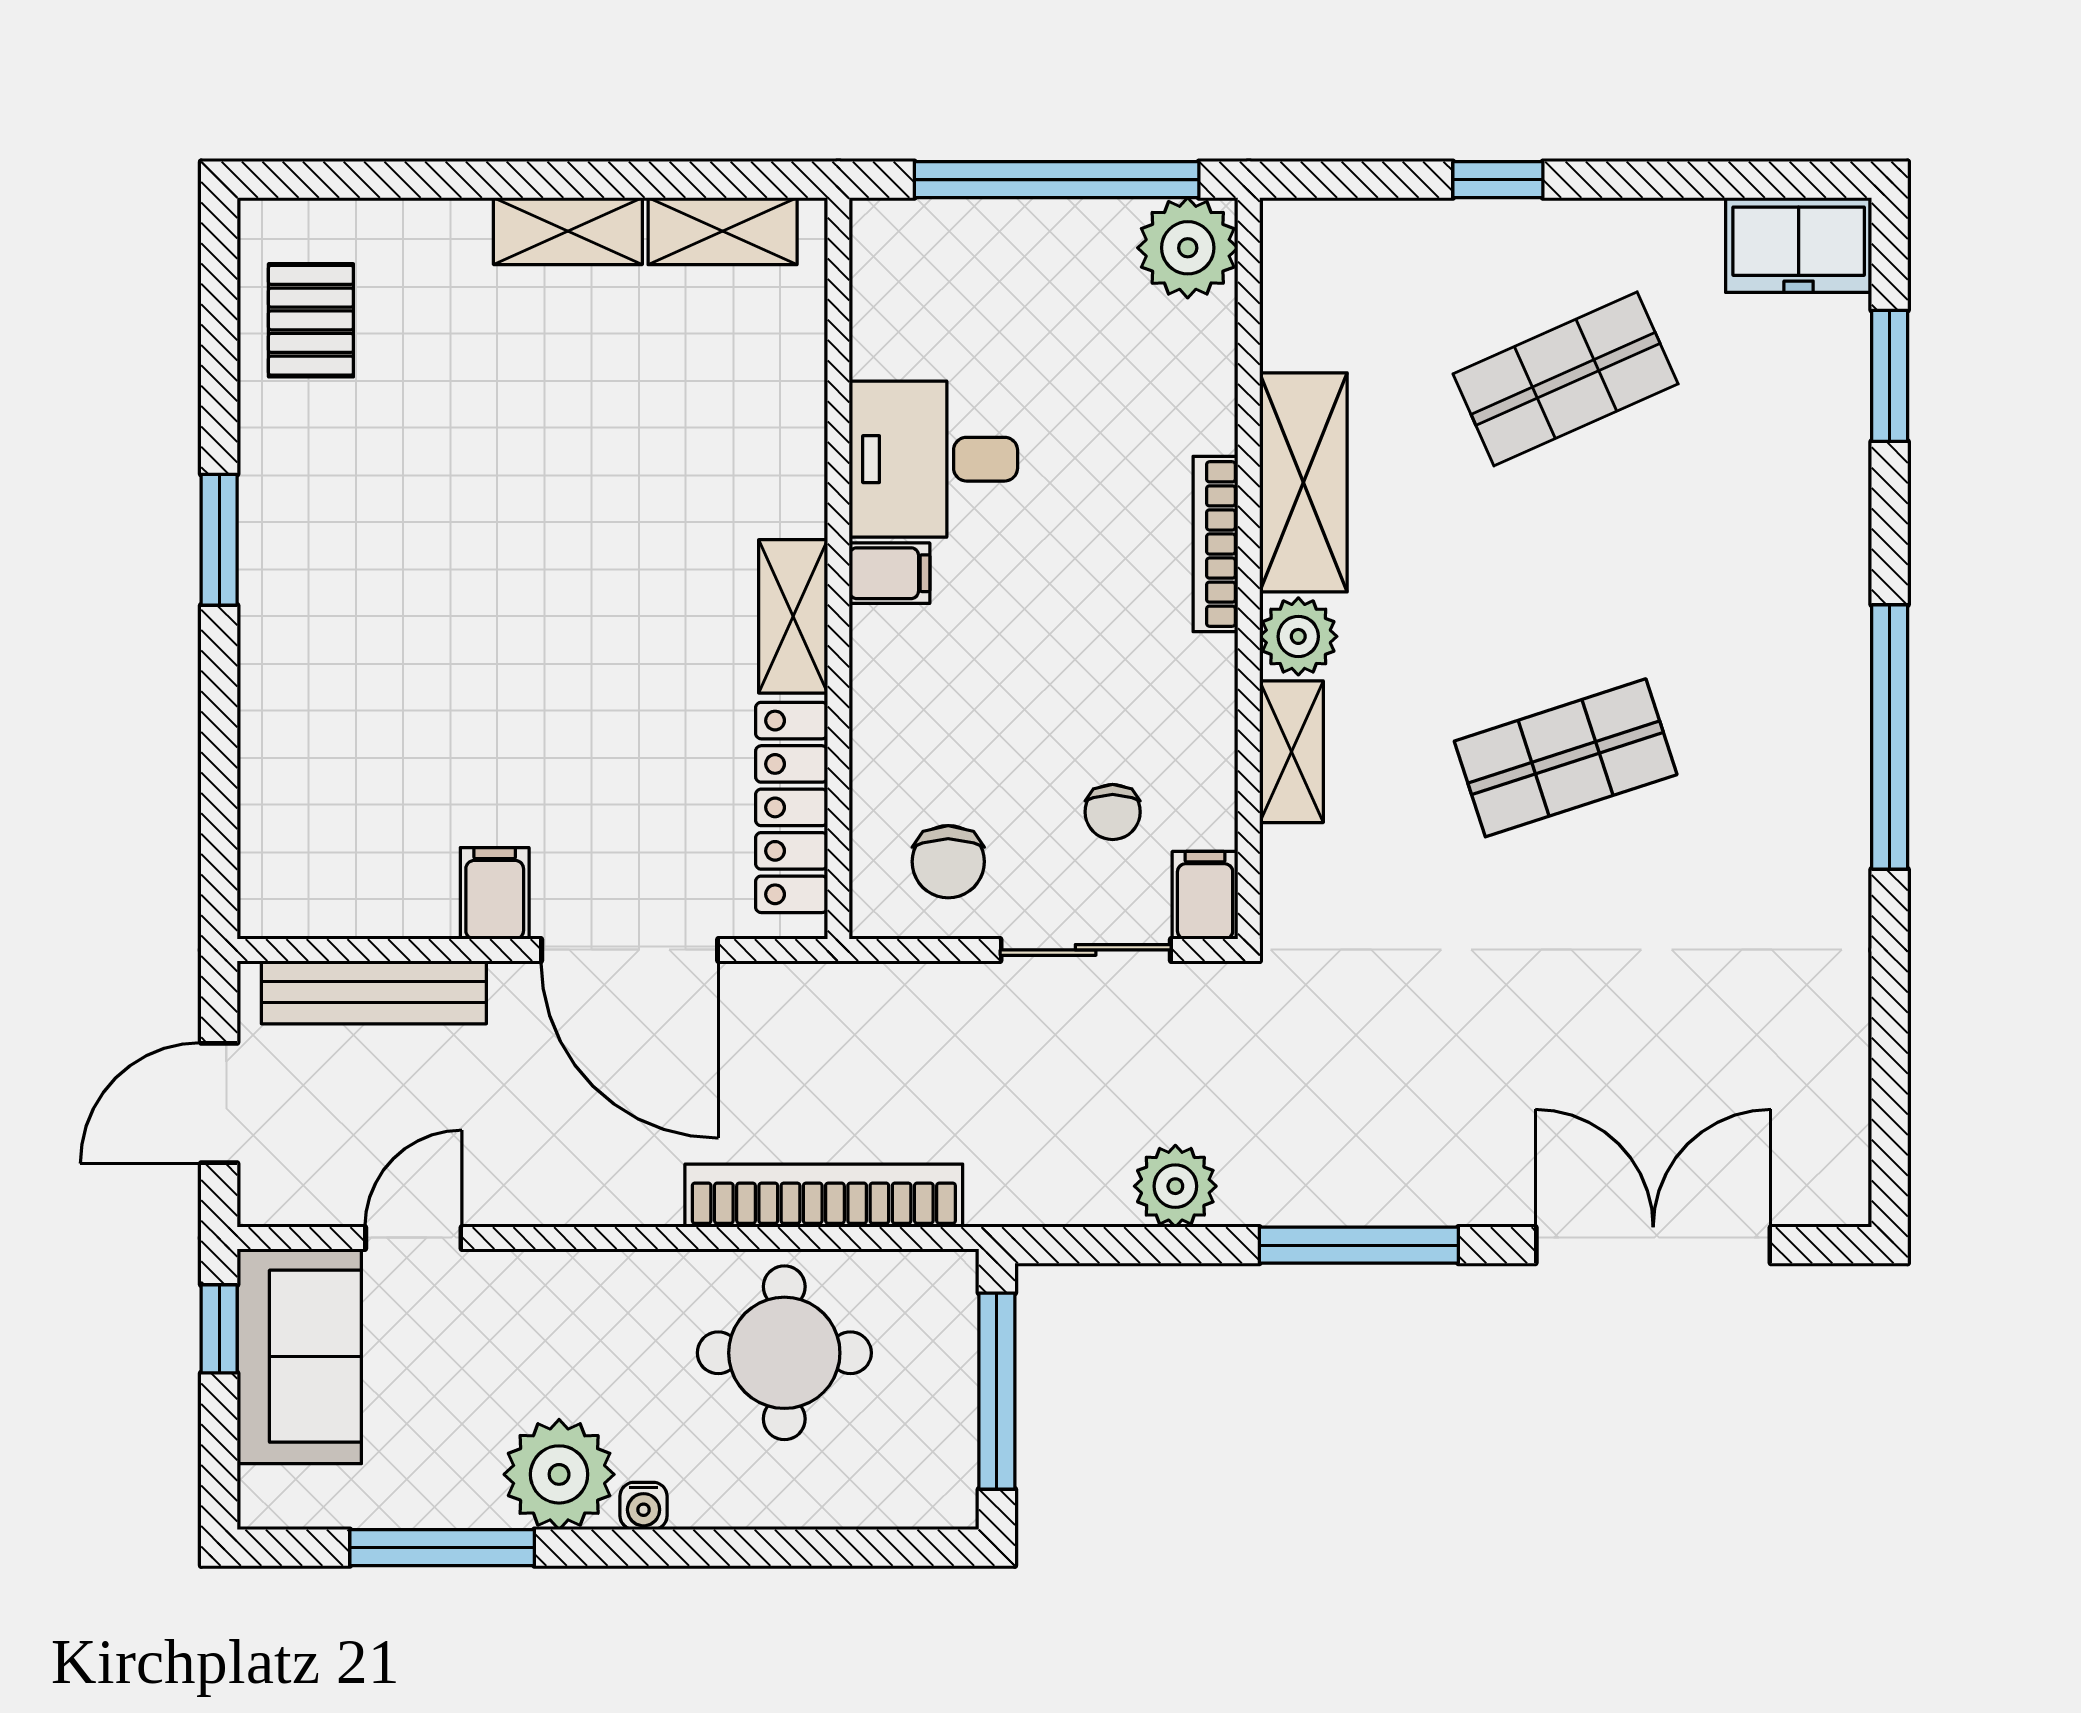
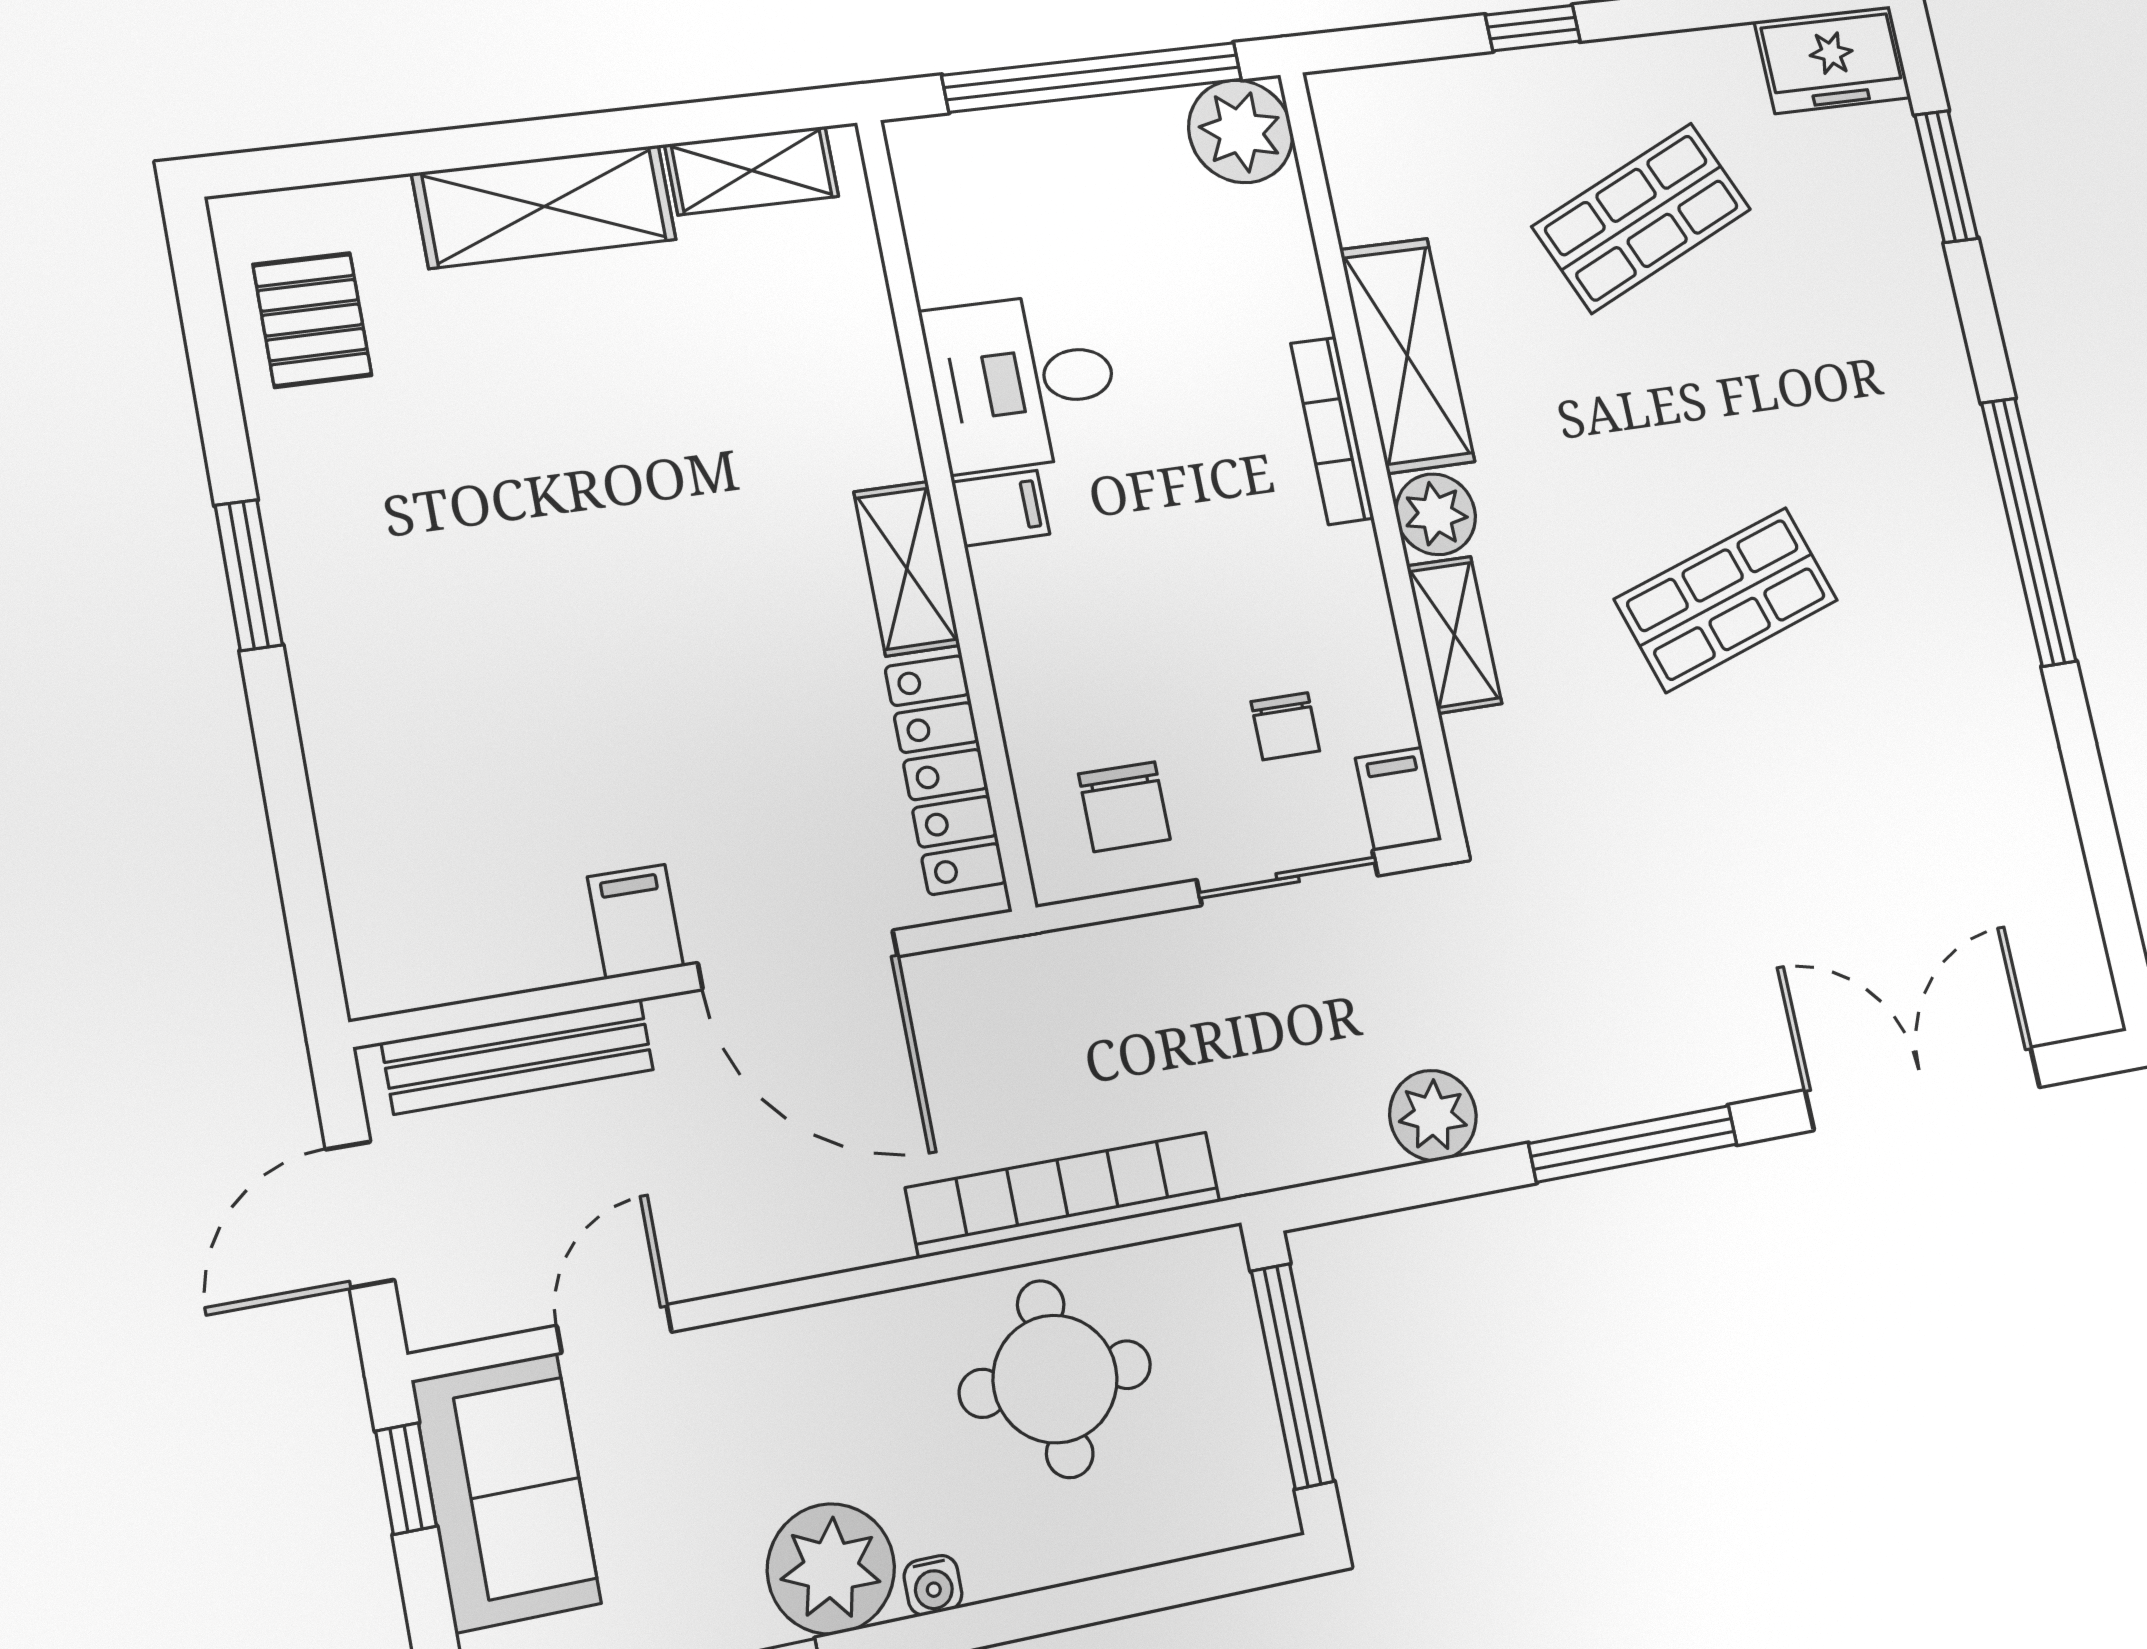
shelving: (568, 231) -> (544, 207), width x1.50, depth x1.33

